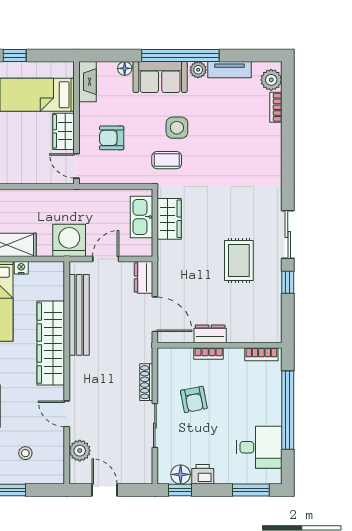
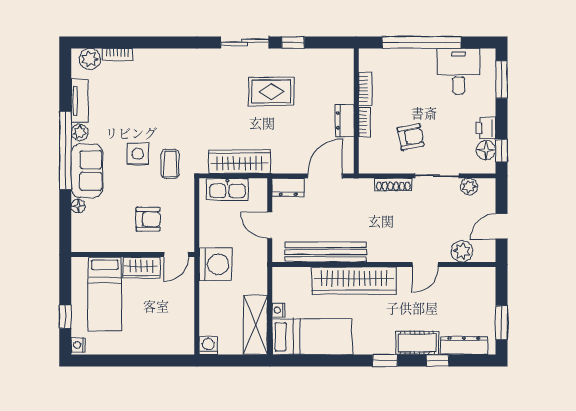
fireplace: (87, 82) -> (91, 244), removed
armchair: (112, 138) -> (148, 219), turned -90
wardrobe: (169, 219) -> (240, 162), width x1.50
washing machine: (69, 240) -> (216, 264), moved, turned 180
bookcase: (261, 354) -> (365, 89), moved
stool: (25, 453) -> (464, 306), removed
plant: (144, 458) -> (469, 187), added

